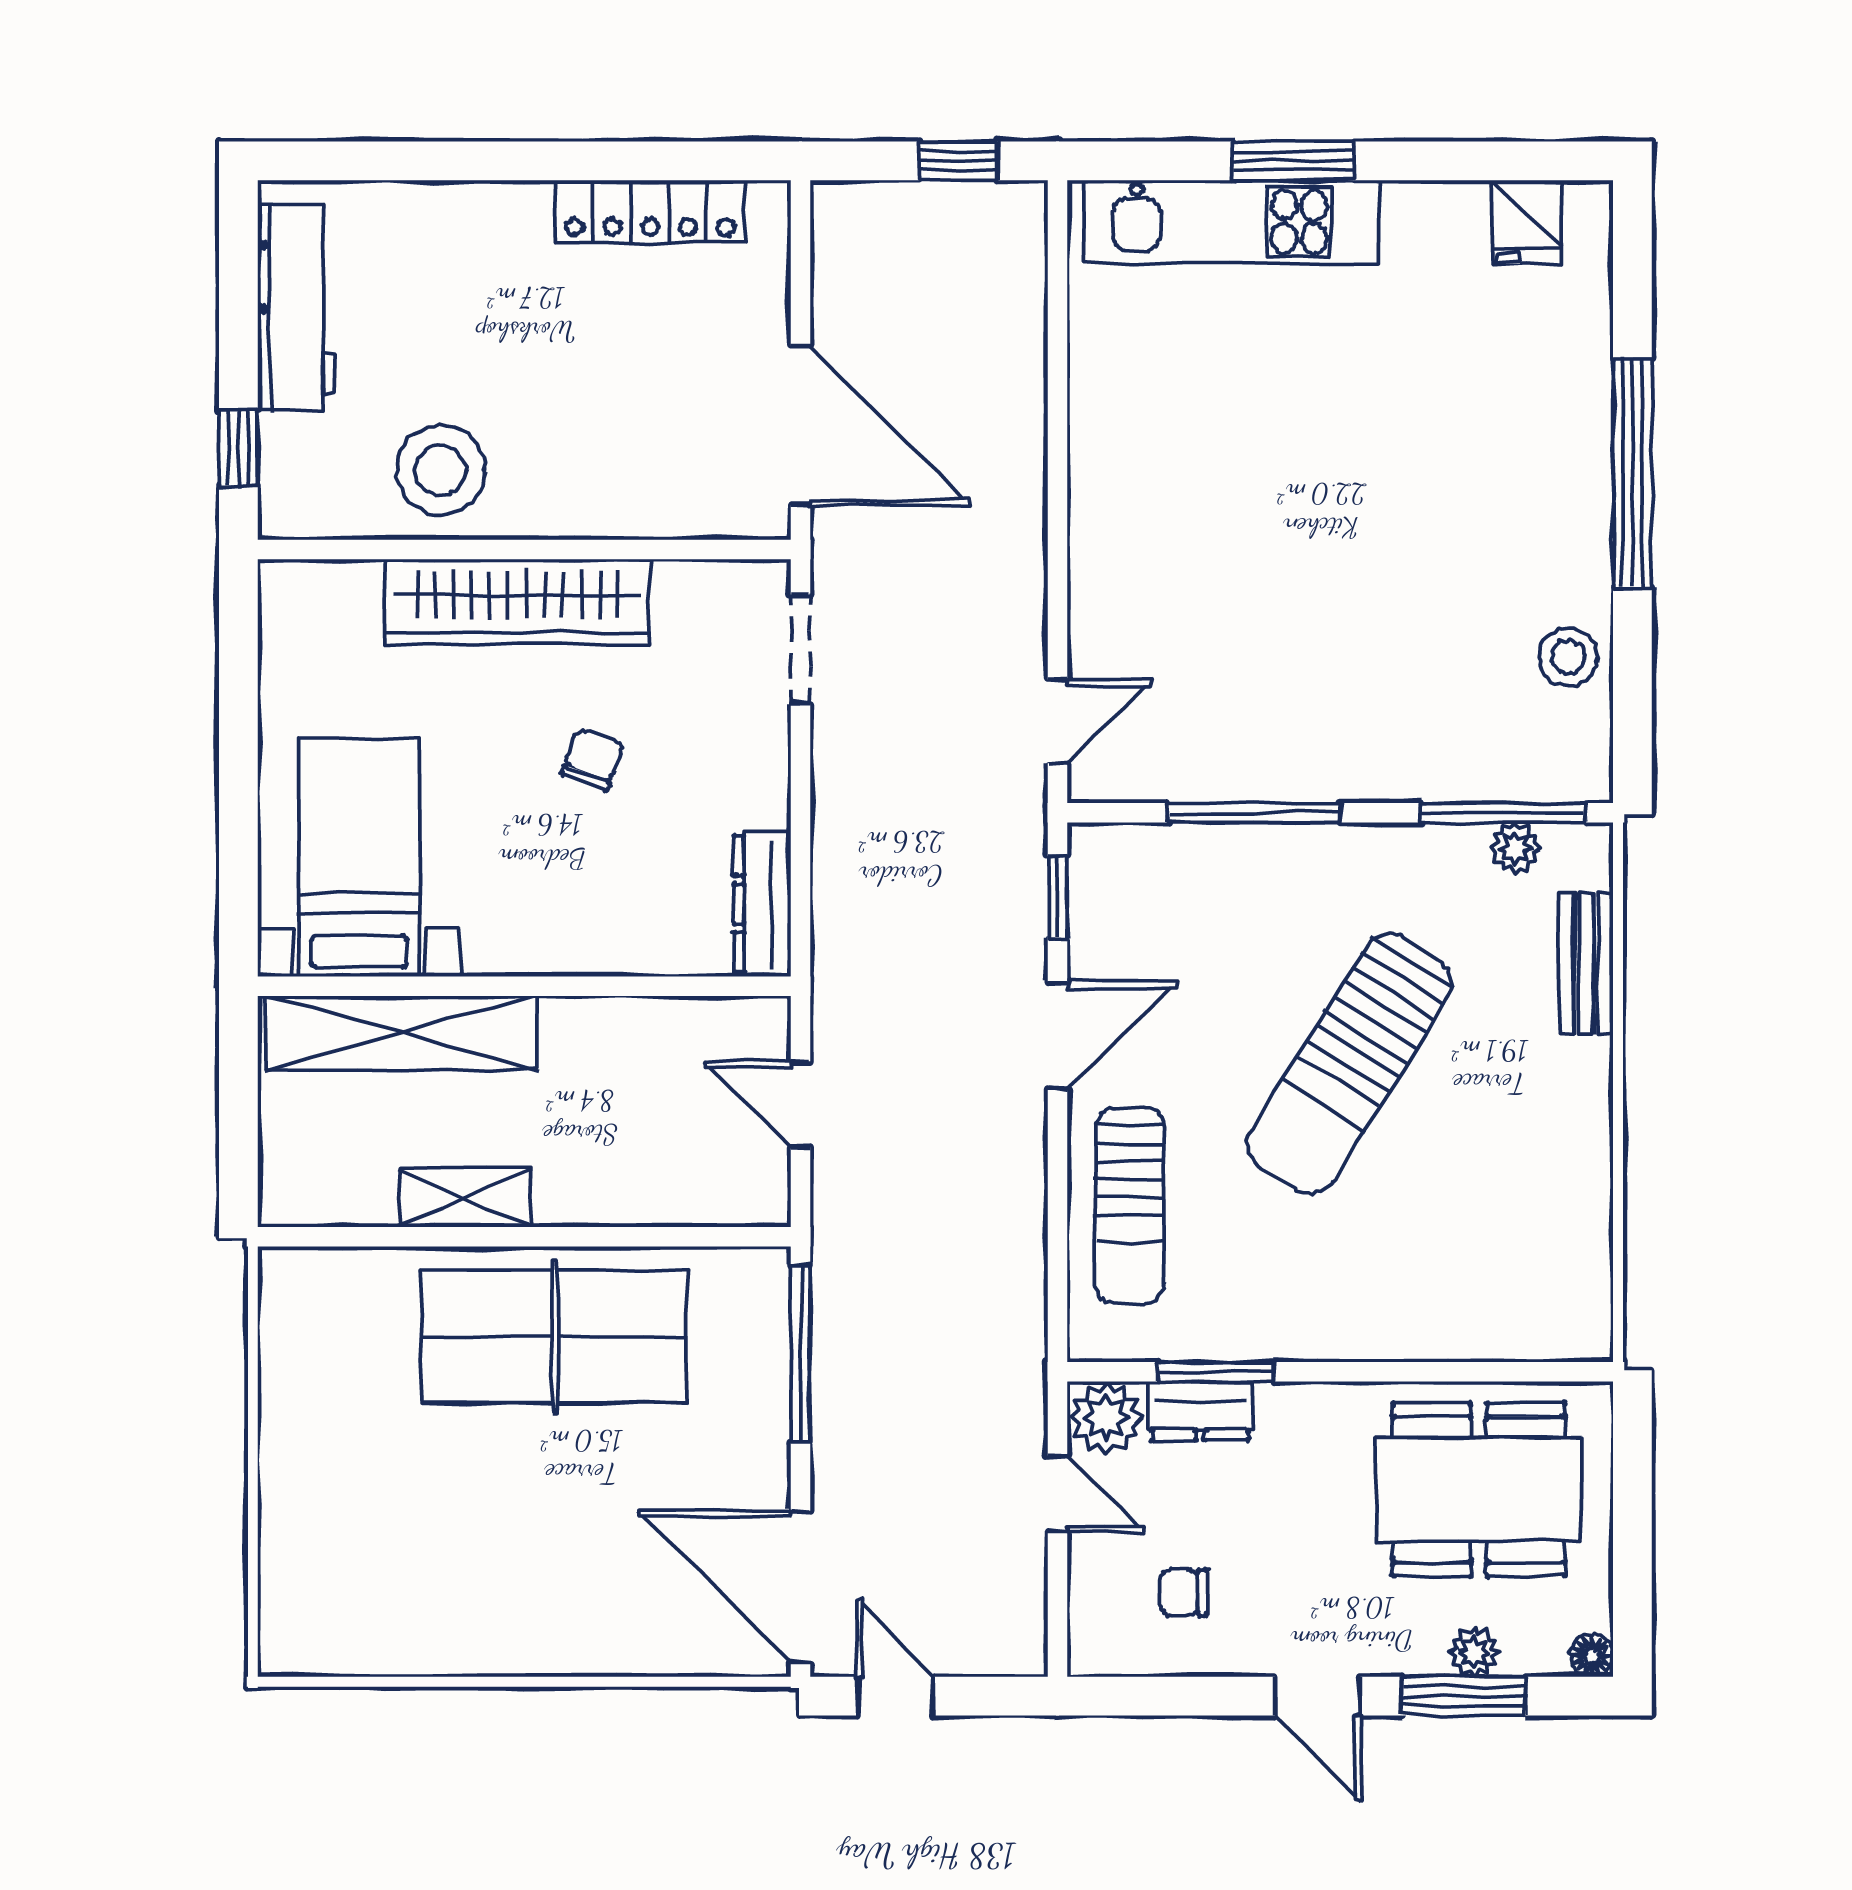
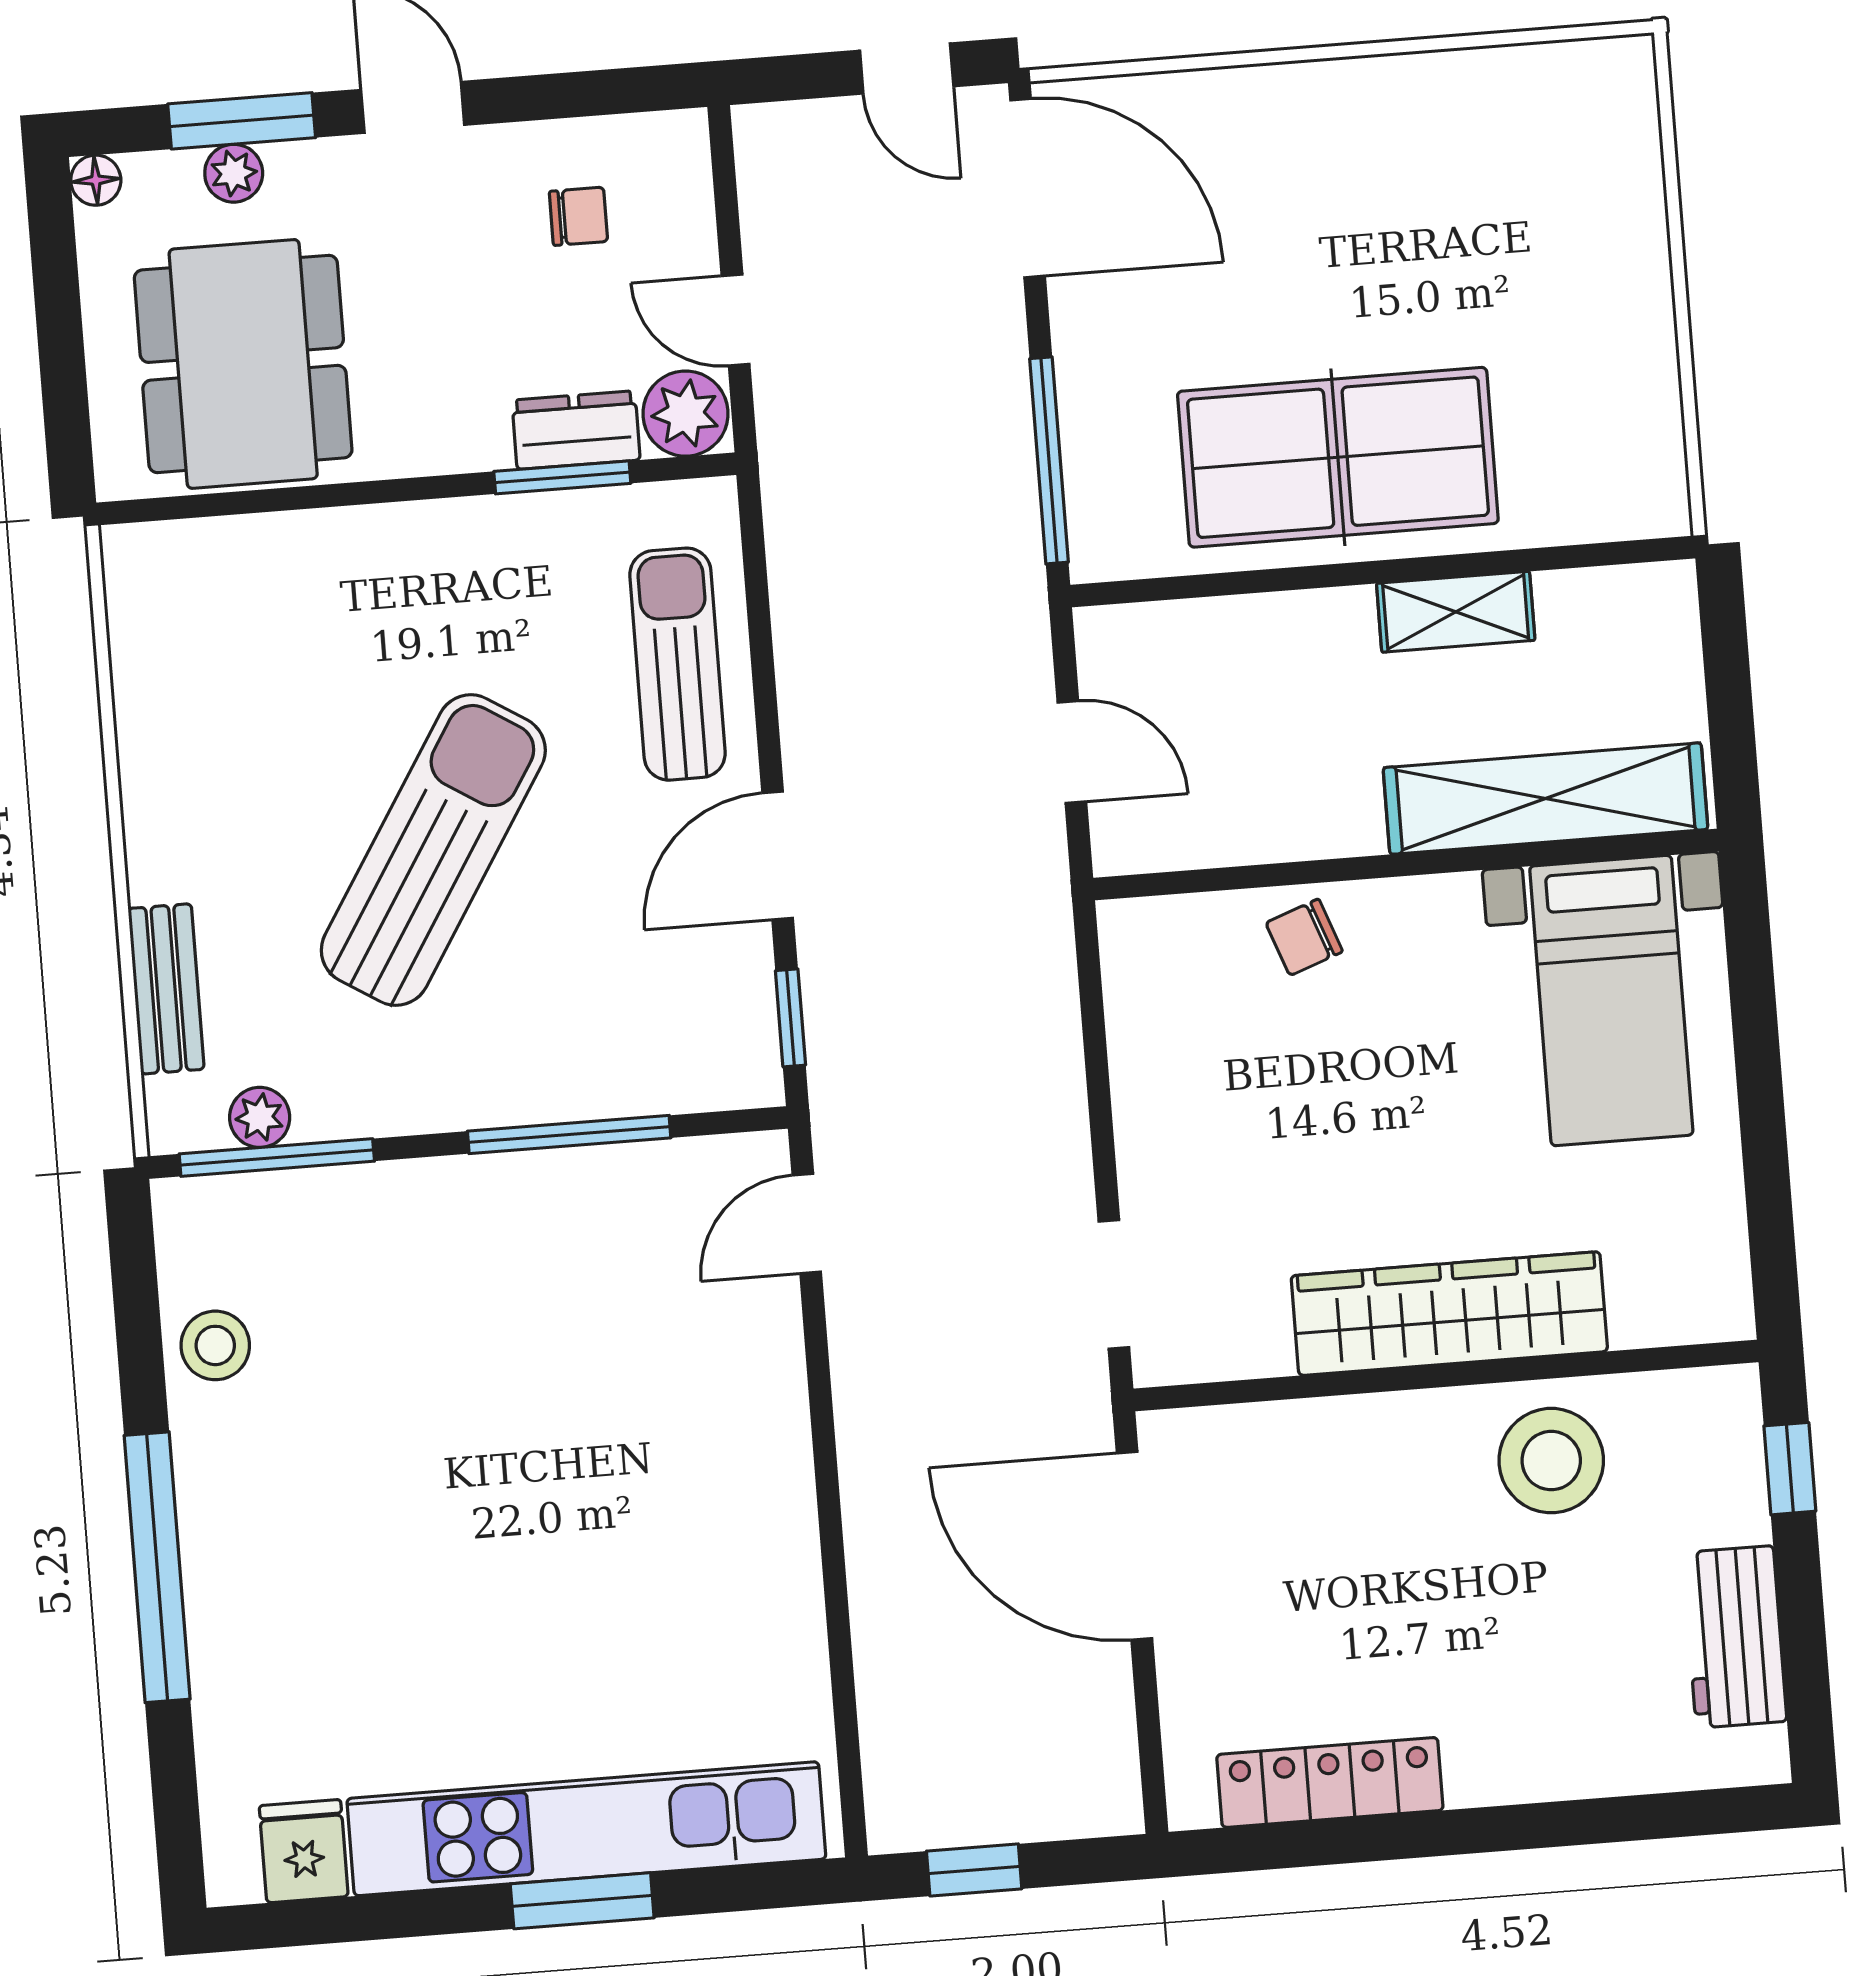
kitchen unit: (1231, 222) -> (586, 1829), width x1.36
workbench: (297, 308) -> (1735, 1637), width x0.73
chair: (592, 759) -> (1304, 937), moved, turned 50
dresser: (762, 904) -> (1135, 983), removed
dining table: (1479, 1489) -> (243, 364), turned 90

